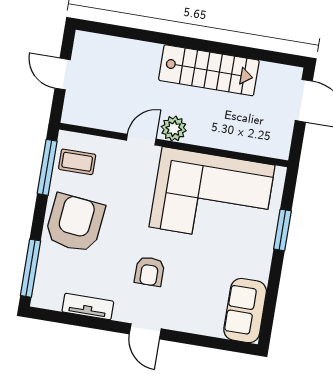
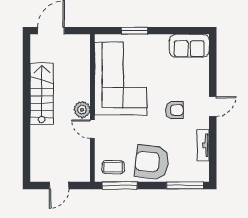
coffee table: (77, 162) -> (113, 167), turned 90

